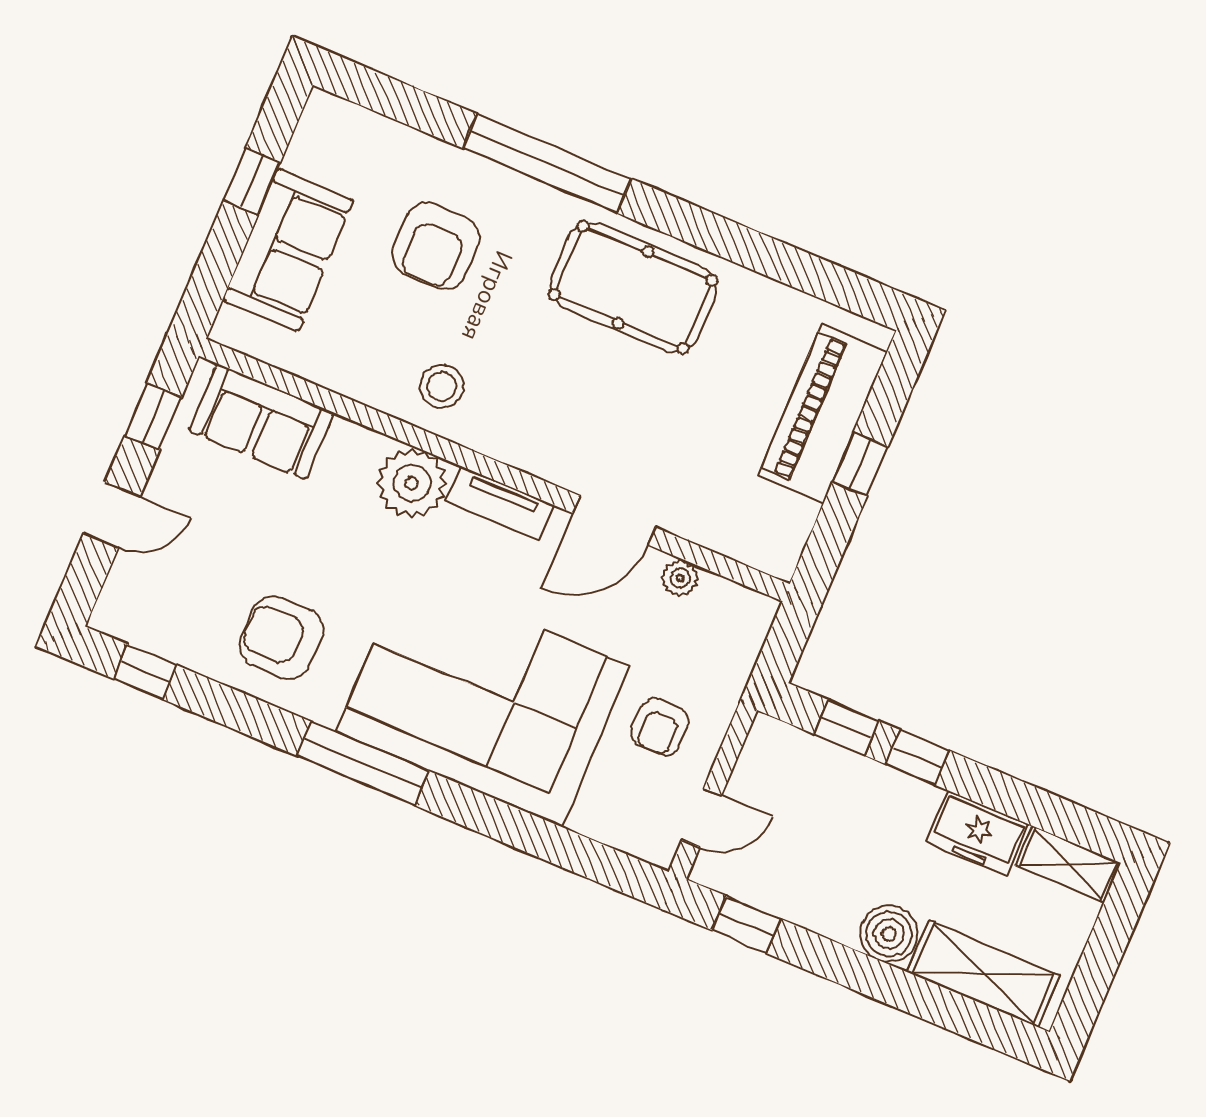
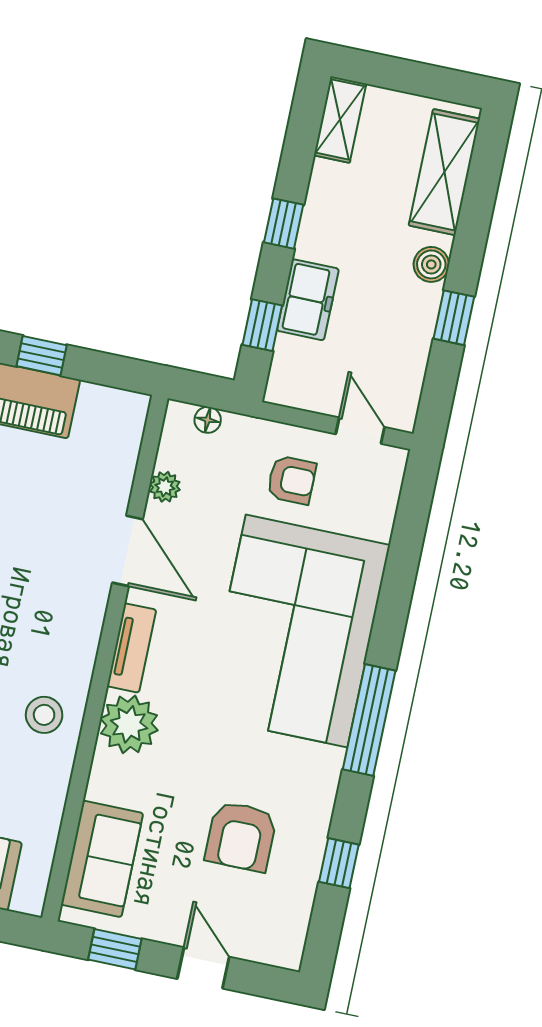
armchair: (281, 638) -> (241, 836), moved
floor lamp: (748, 643) -> (208, 420), added
window: (145, 672) -> (339, 863), moved
window: (917, 757) -> (284, 224), moved
freezer: (978, 833) -> (308, 300), moved
window: (746, 925) -> (454, 318), moved
boiler: (889, 934) -> (431, 264), width x0.73, depth x0.73

